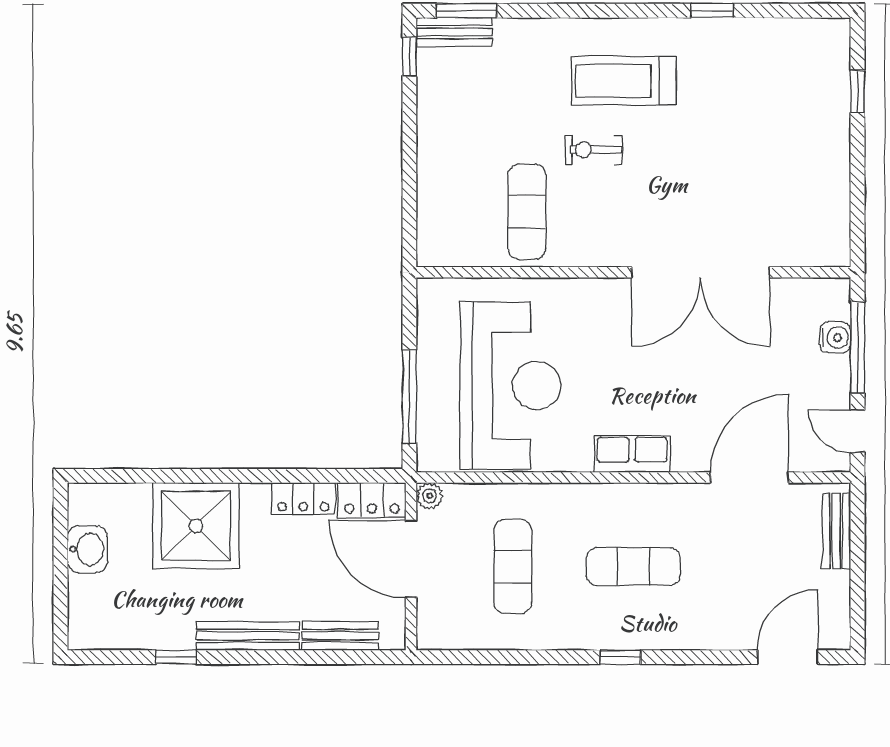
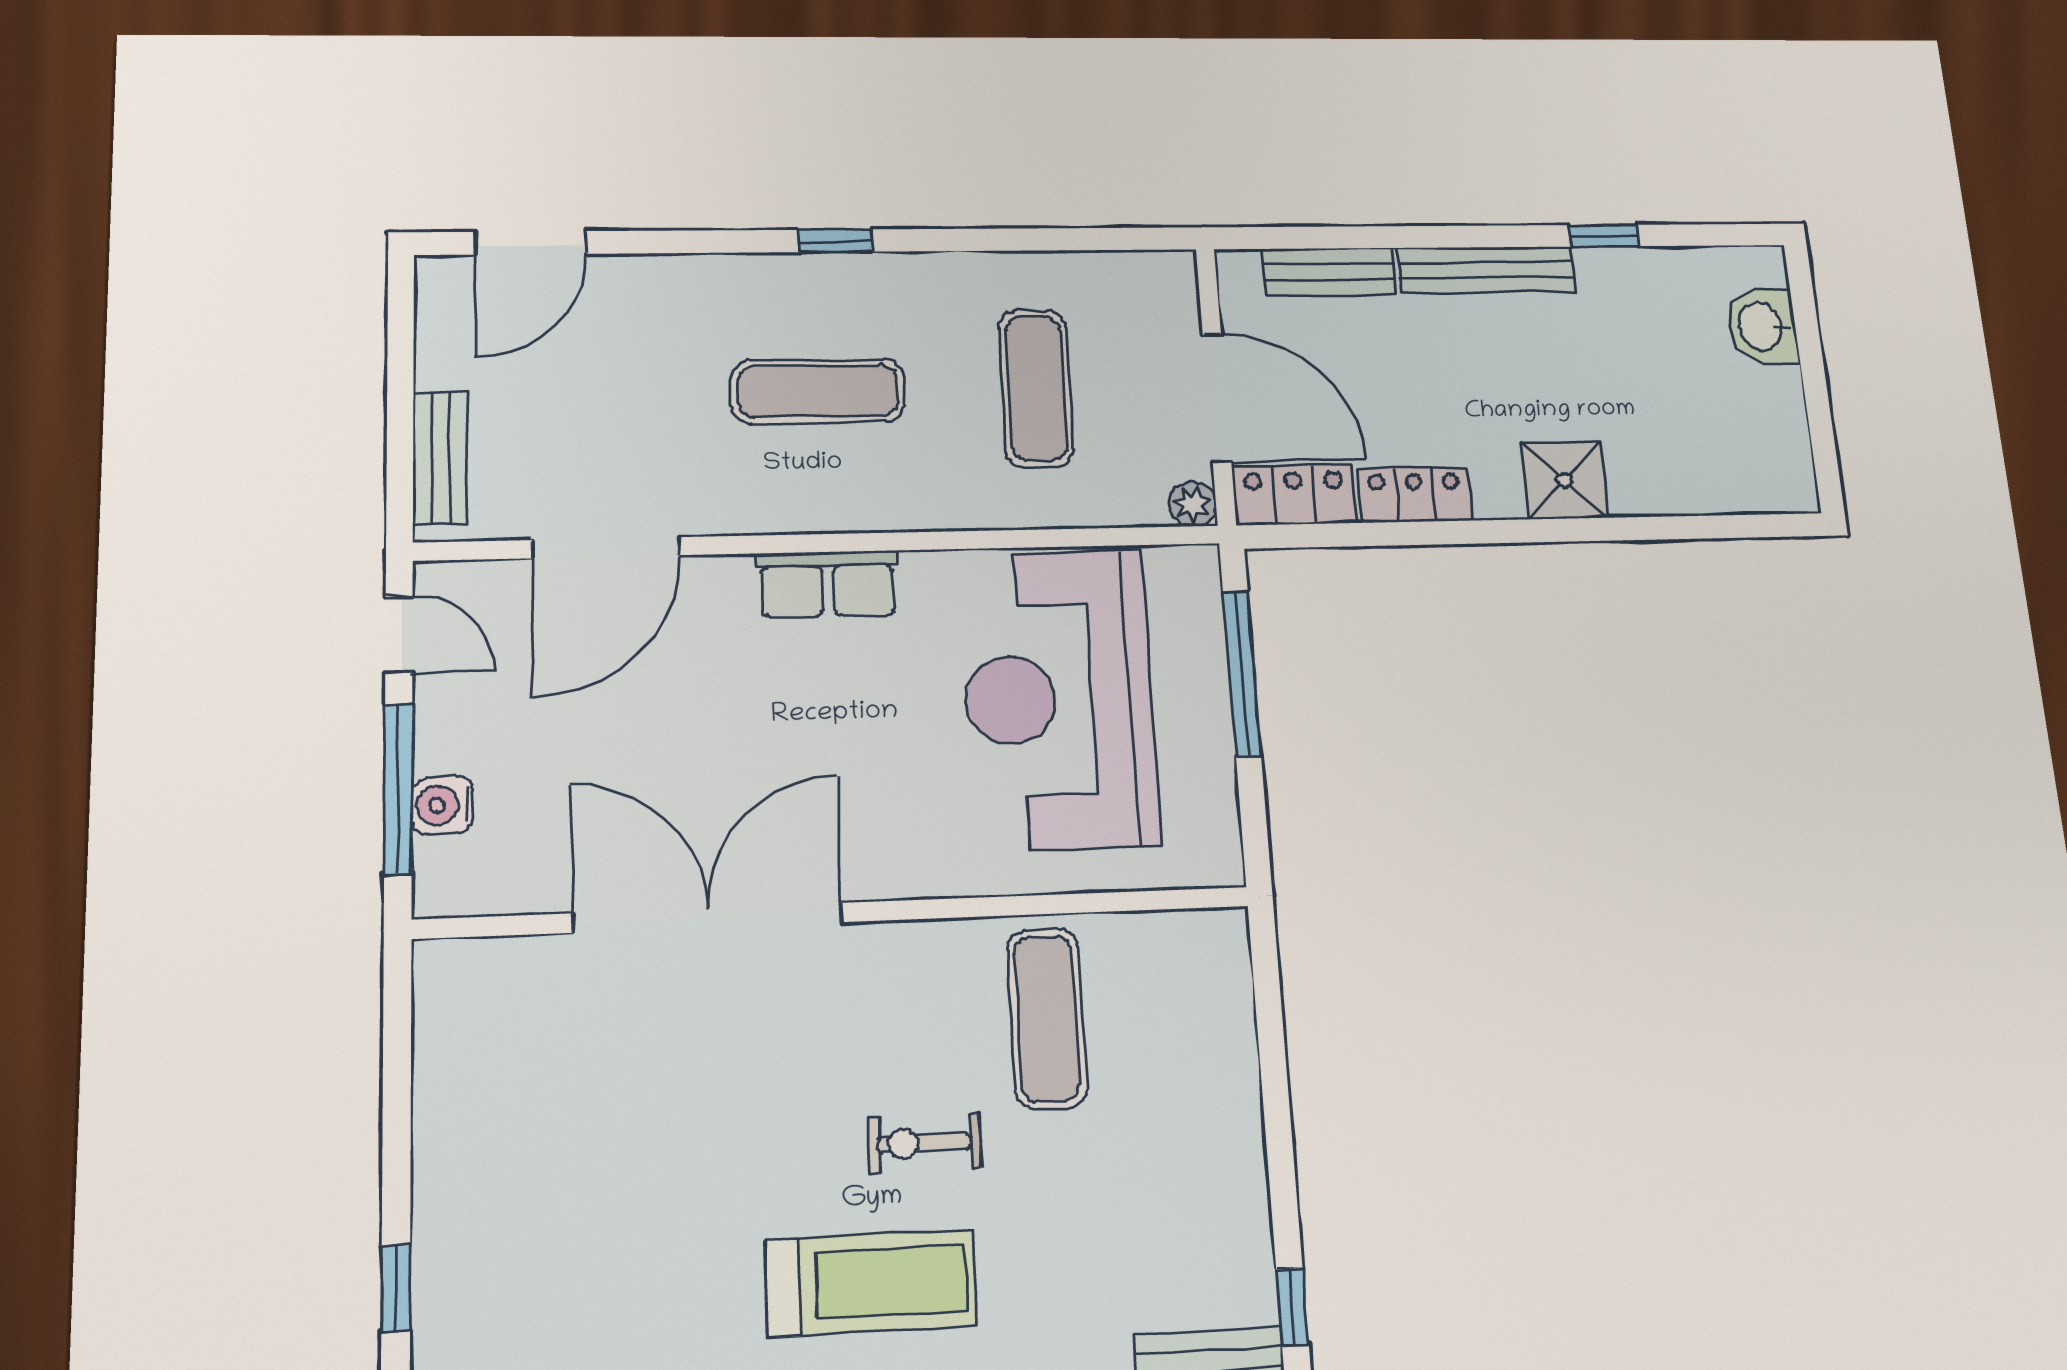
exercise bike: (594, 150) -> (924, 1143), turned 180
shower: (196, 526) -> (1564, 480), width x0.54, depth x0.54
washbasin: (87, 549) -> (1762, 326), moved

